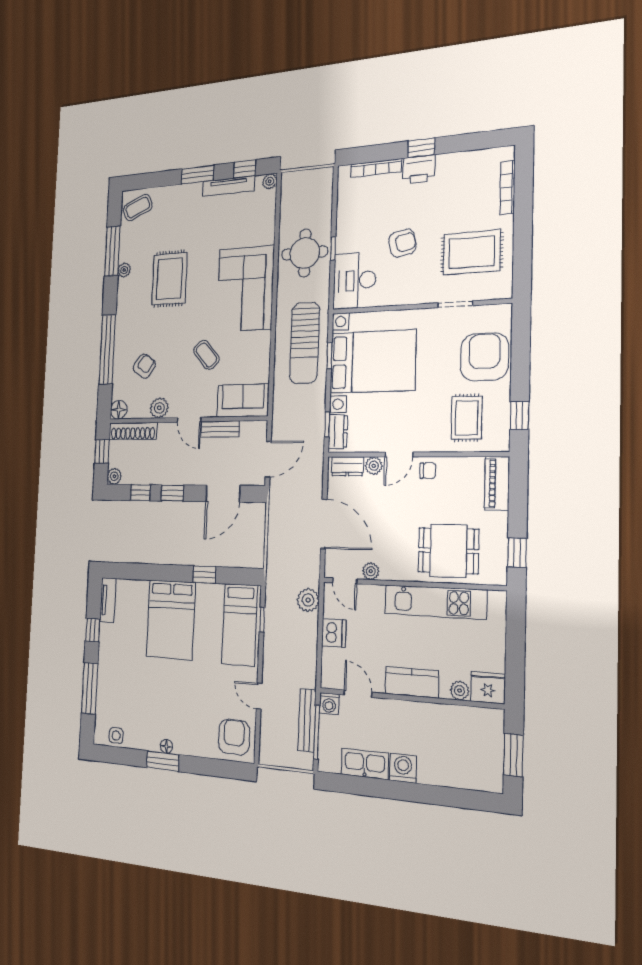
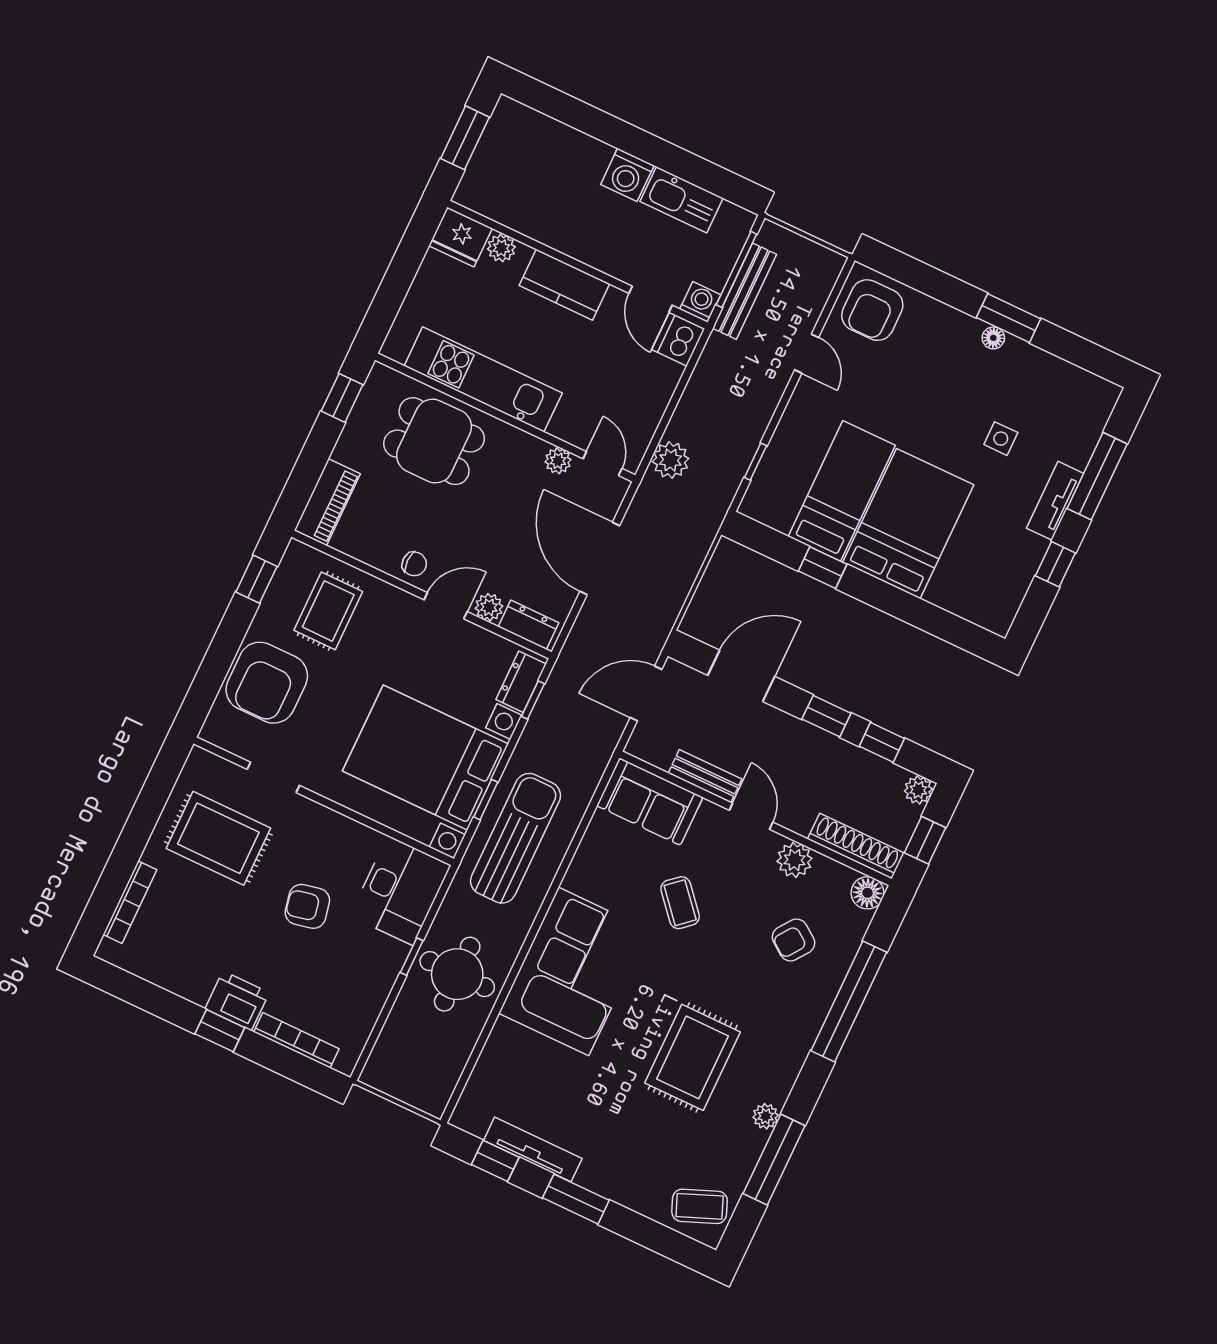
plant: (270, 181) -> (464, 1117), removed
chair: (428, 471) -> (414, 564), turned 180
tv unit: (108, 600) -> (1055, 501), moved
bed: (240, 625) -> (842, 491), moved
dishwasher: (334, 633) -> (678, 339), moved
side table: (116, 736) -> (1001, 439), moved

